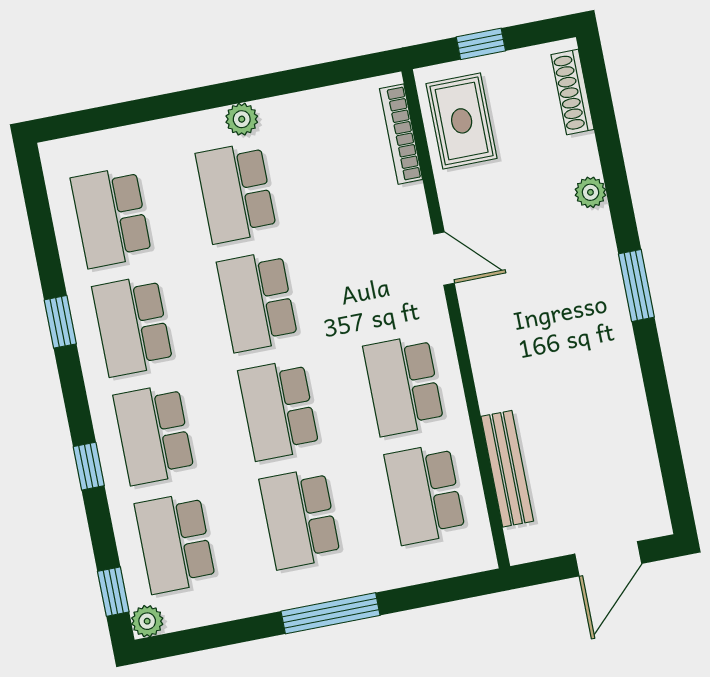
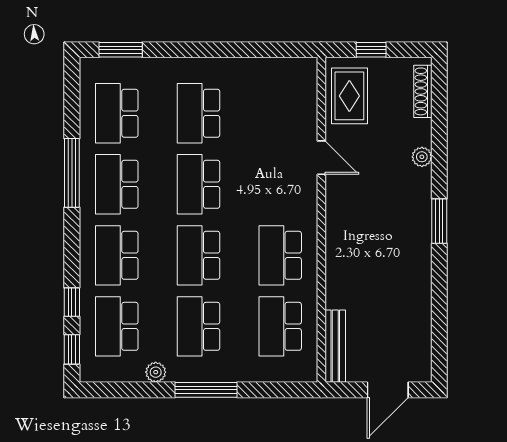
window: (98, 119) -> (121, 50), added
plant: (242, 119) -> (211, 68), removed
bookcase: (401, 134) -> (310, 97), removed
door: (444, 259) -> (321, 158), moved
window: (60, 322) -> (72, 173), width x2.17
window: (89, 466) -> (72, 302), moved
bench: (507, 469) -> (335, 346), moved
plant: (147, 621) -> (156, 372), moved

